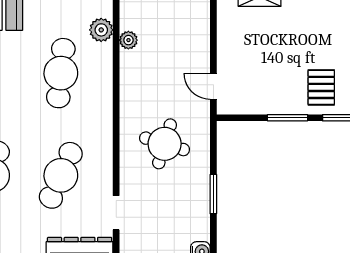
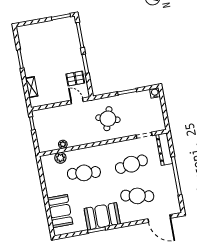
door: (213, 86) -> (77, 101), swing flipped
pallet: (321, 87) -> (75, 79), moved
cafe table: (61, 175) -> (131, 164), turned -33

